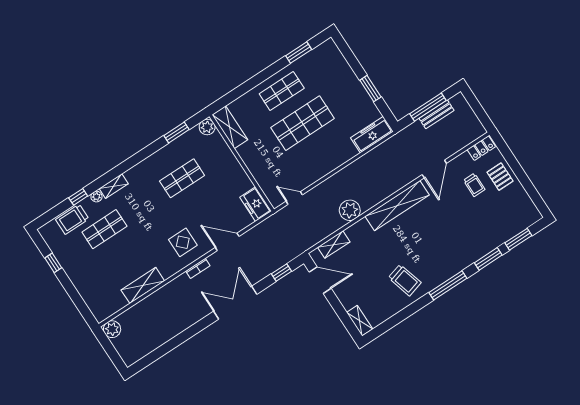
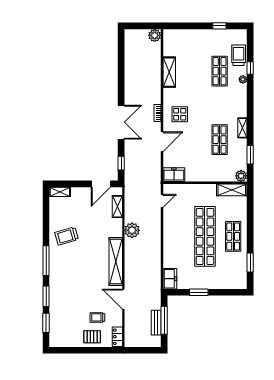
shop shelf: (303, 123) -> (205, 236), width x1.40
freezer: (372, 135) -> (170, 279), width x0.71
shelving: (114, 186) -> (242, 128), moved

